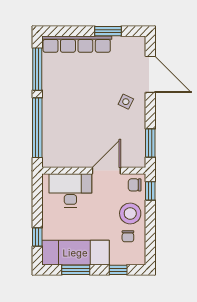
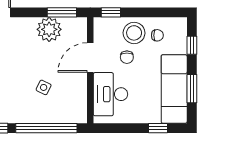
side table: (126, 102) -> (44, 87), moved
plant: (134, 131) -> (49, 29), added
door: (106, 171) -> (90, 57), hinge flipped
chair: (135, 185) -> (127, 57), moved

